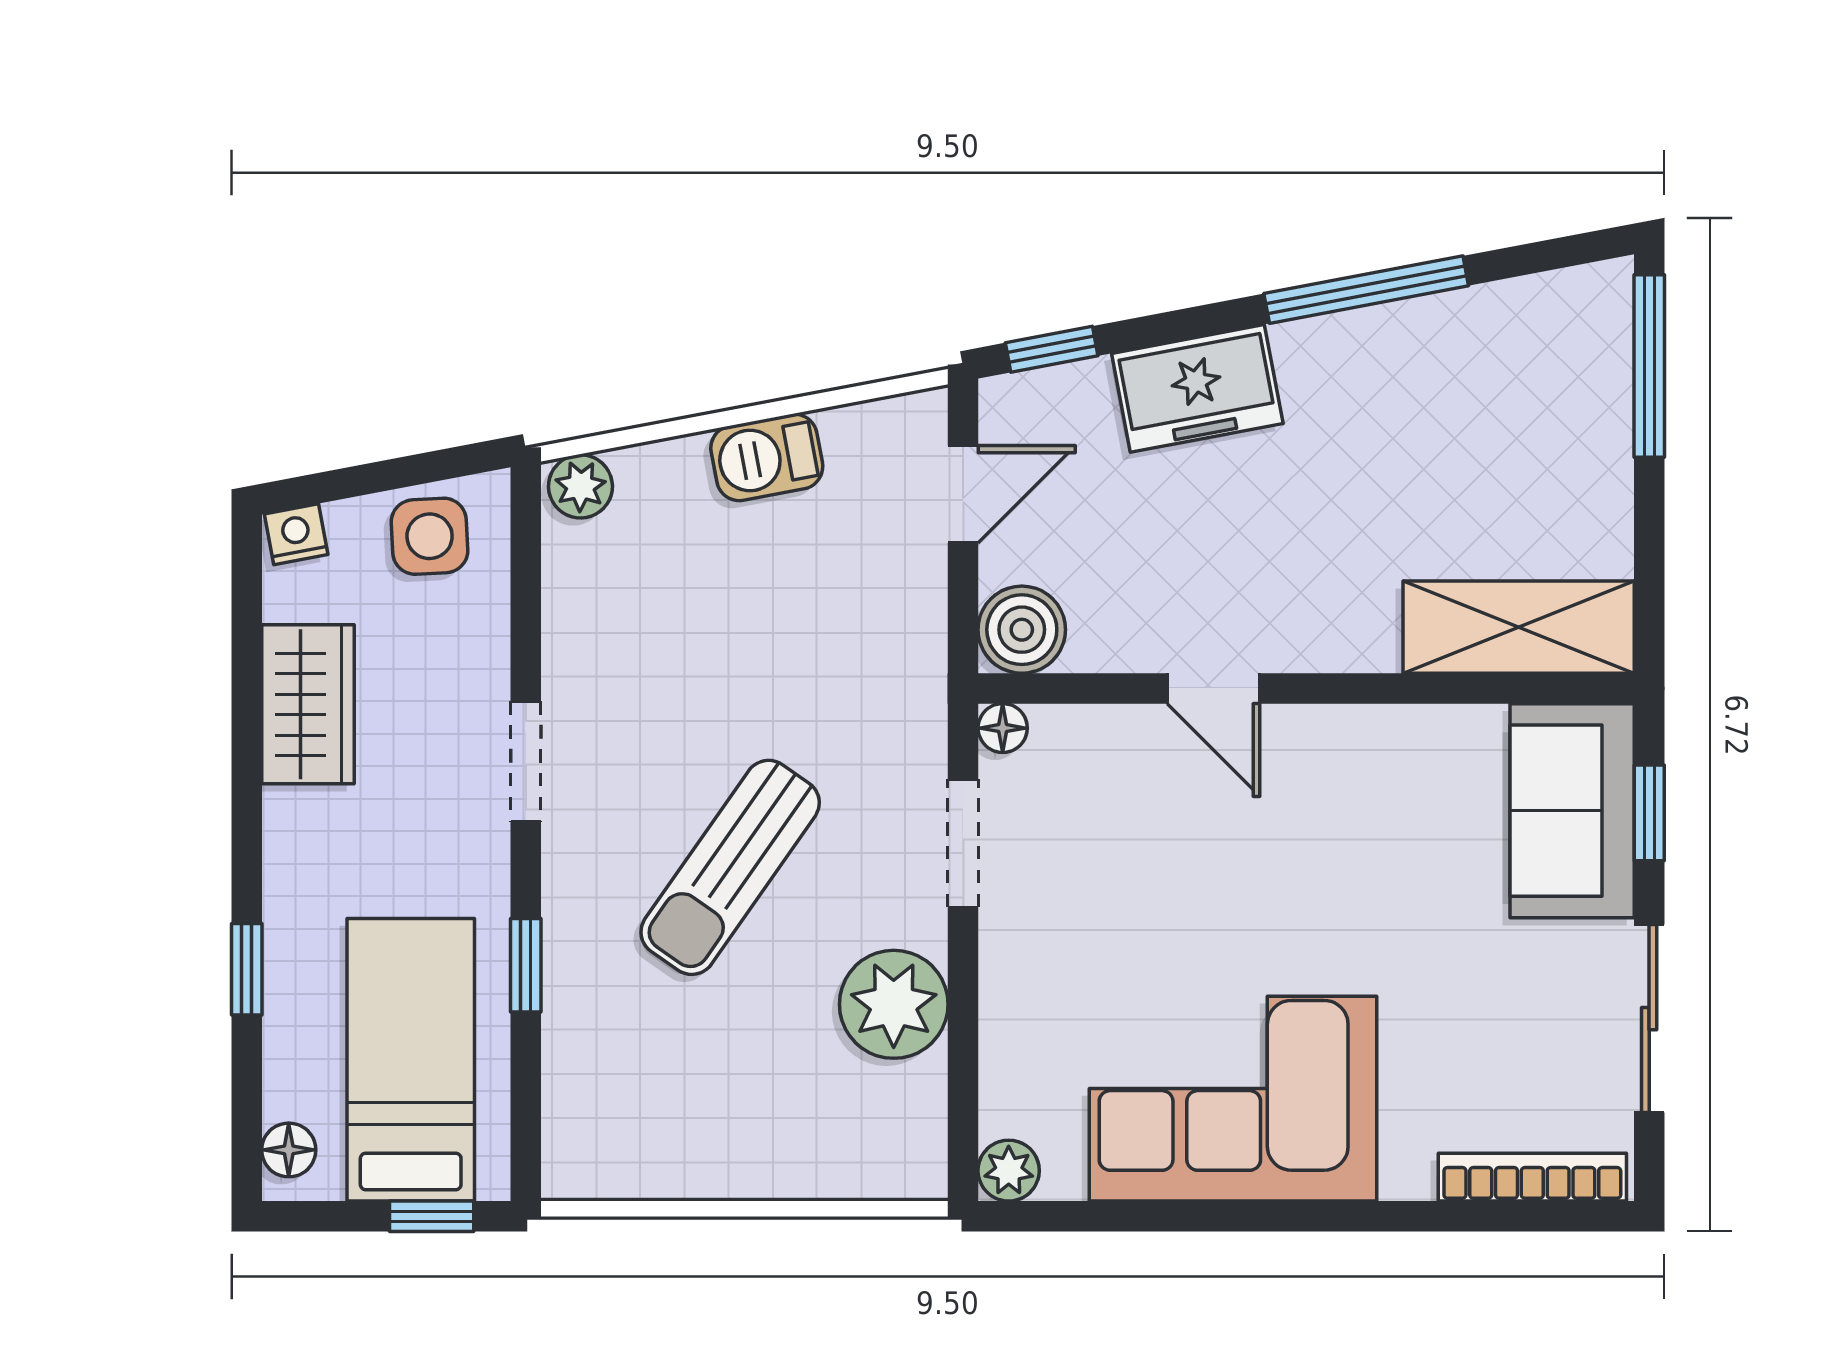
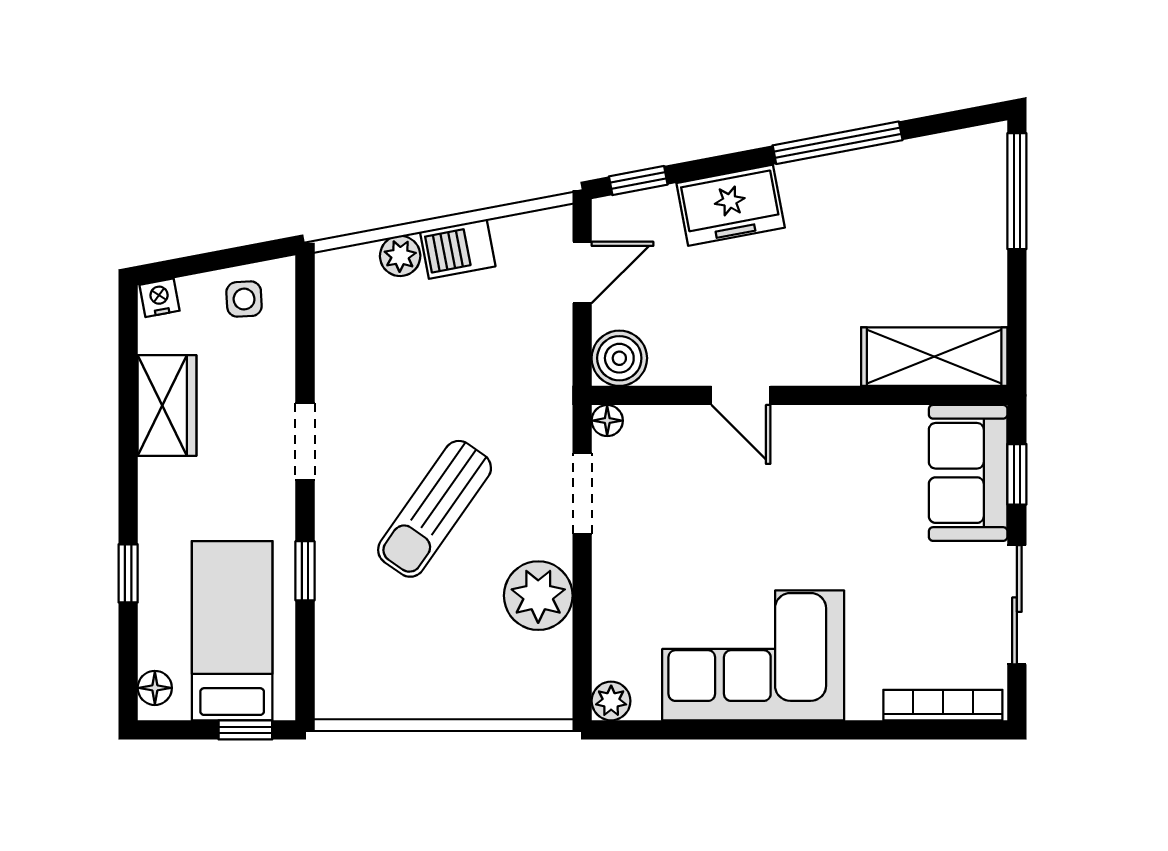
plant: (580, 486) -> (400, 256), moved
side table: (430, 536) -> (244, 299), width x0.73, depth x0.73

